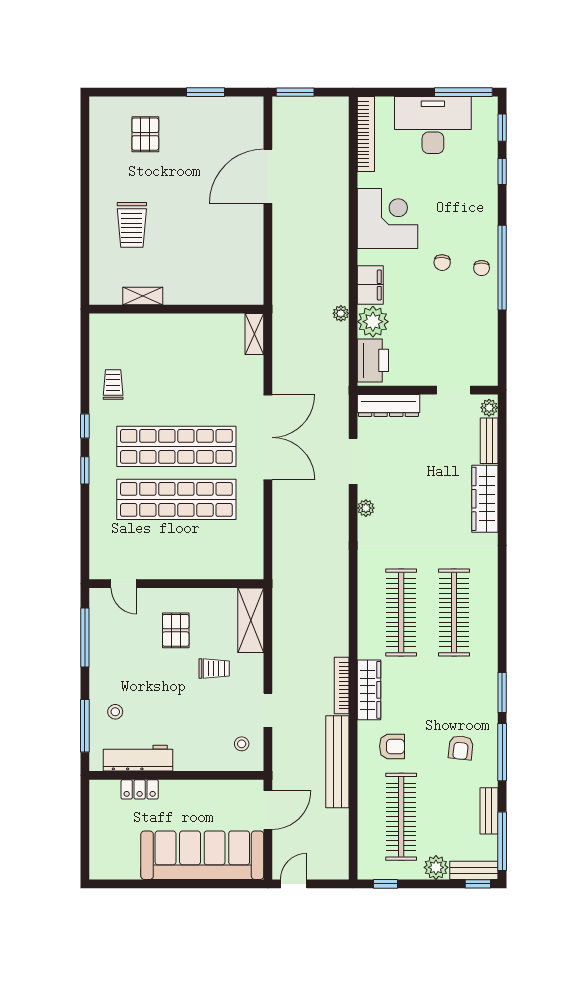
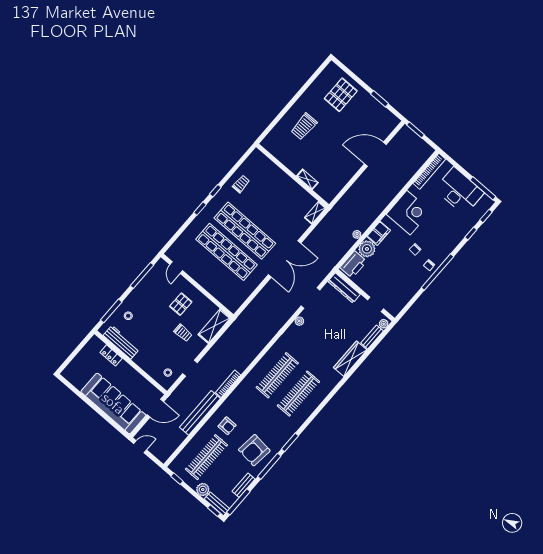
pallet: (145, 134) -> (341, 95), width x1.50, depth x1.42
shelving: (143, 296) -> (307, 179), moved
wardrobe: (369, 690) -> (238, 395), removed
armchair: (461, 748) -> (254, 450), width x1.88, depth x1.88

